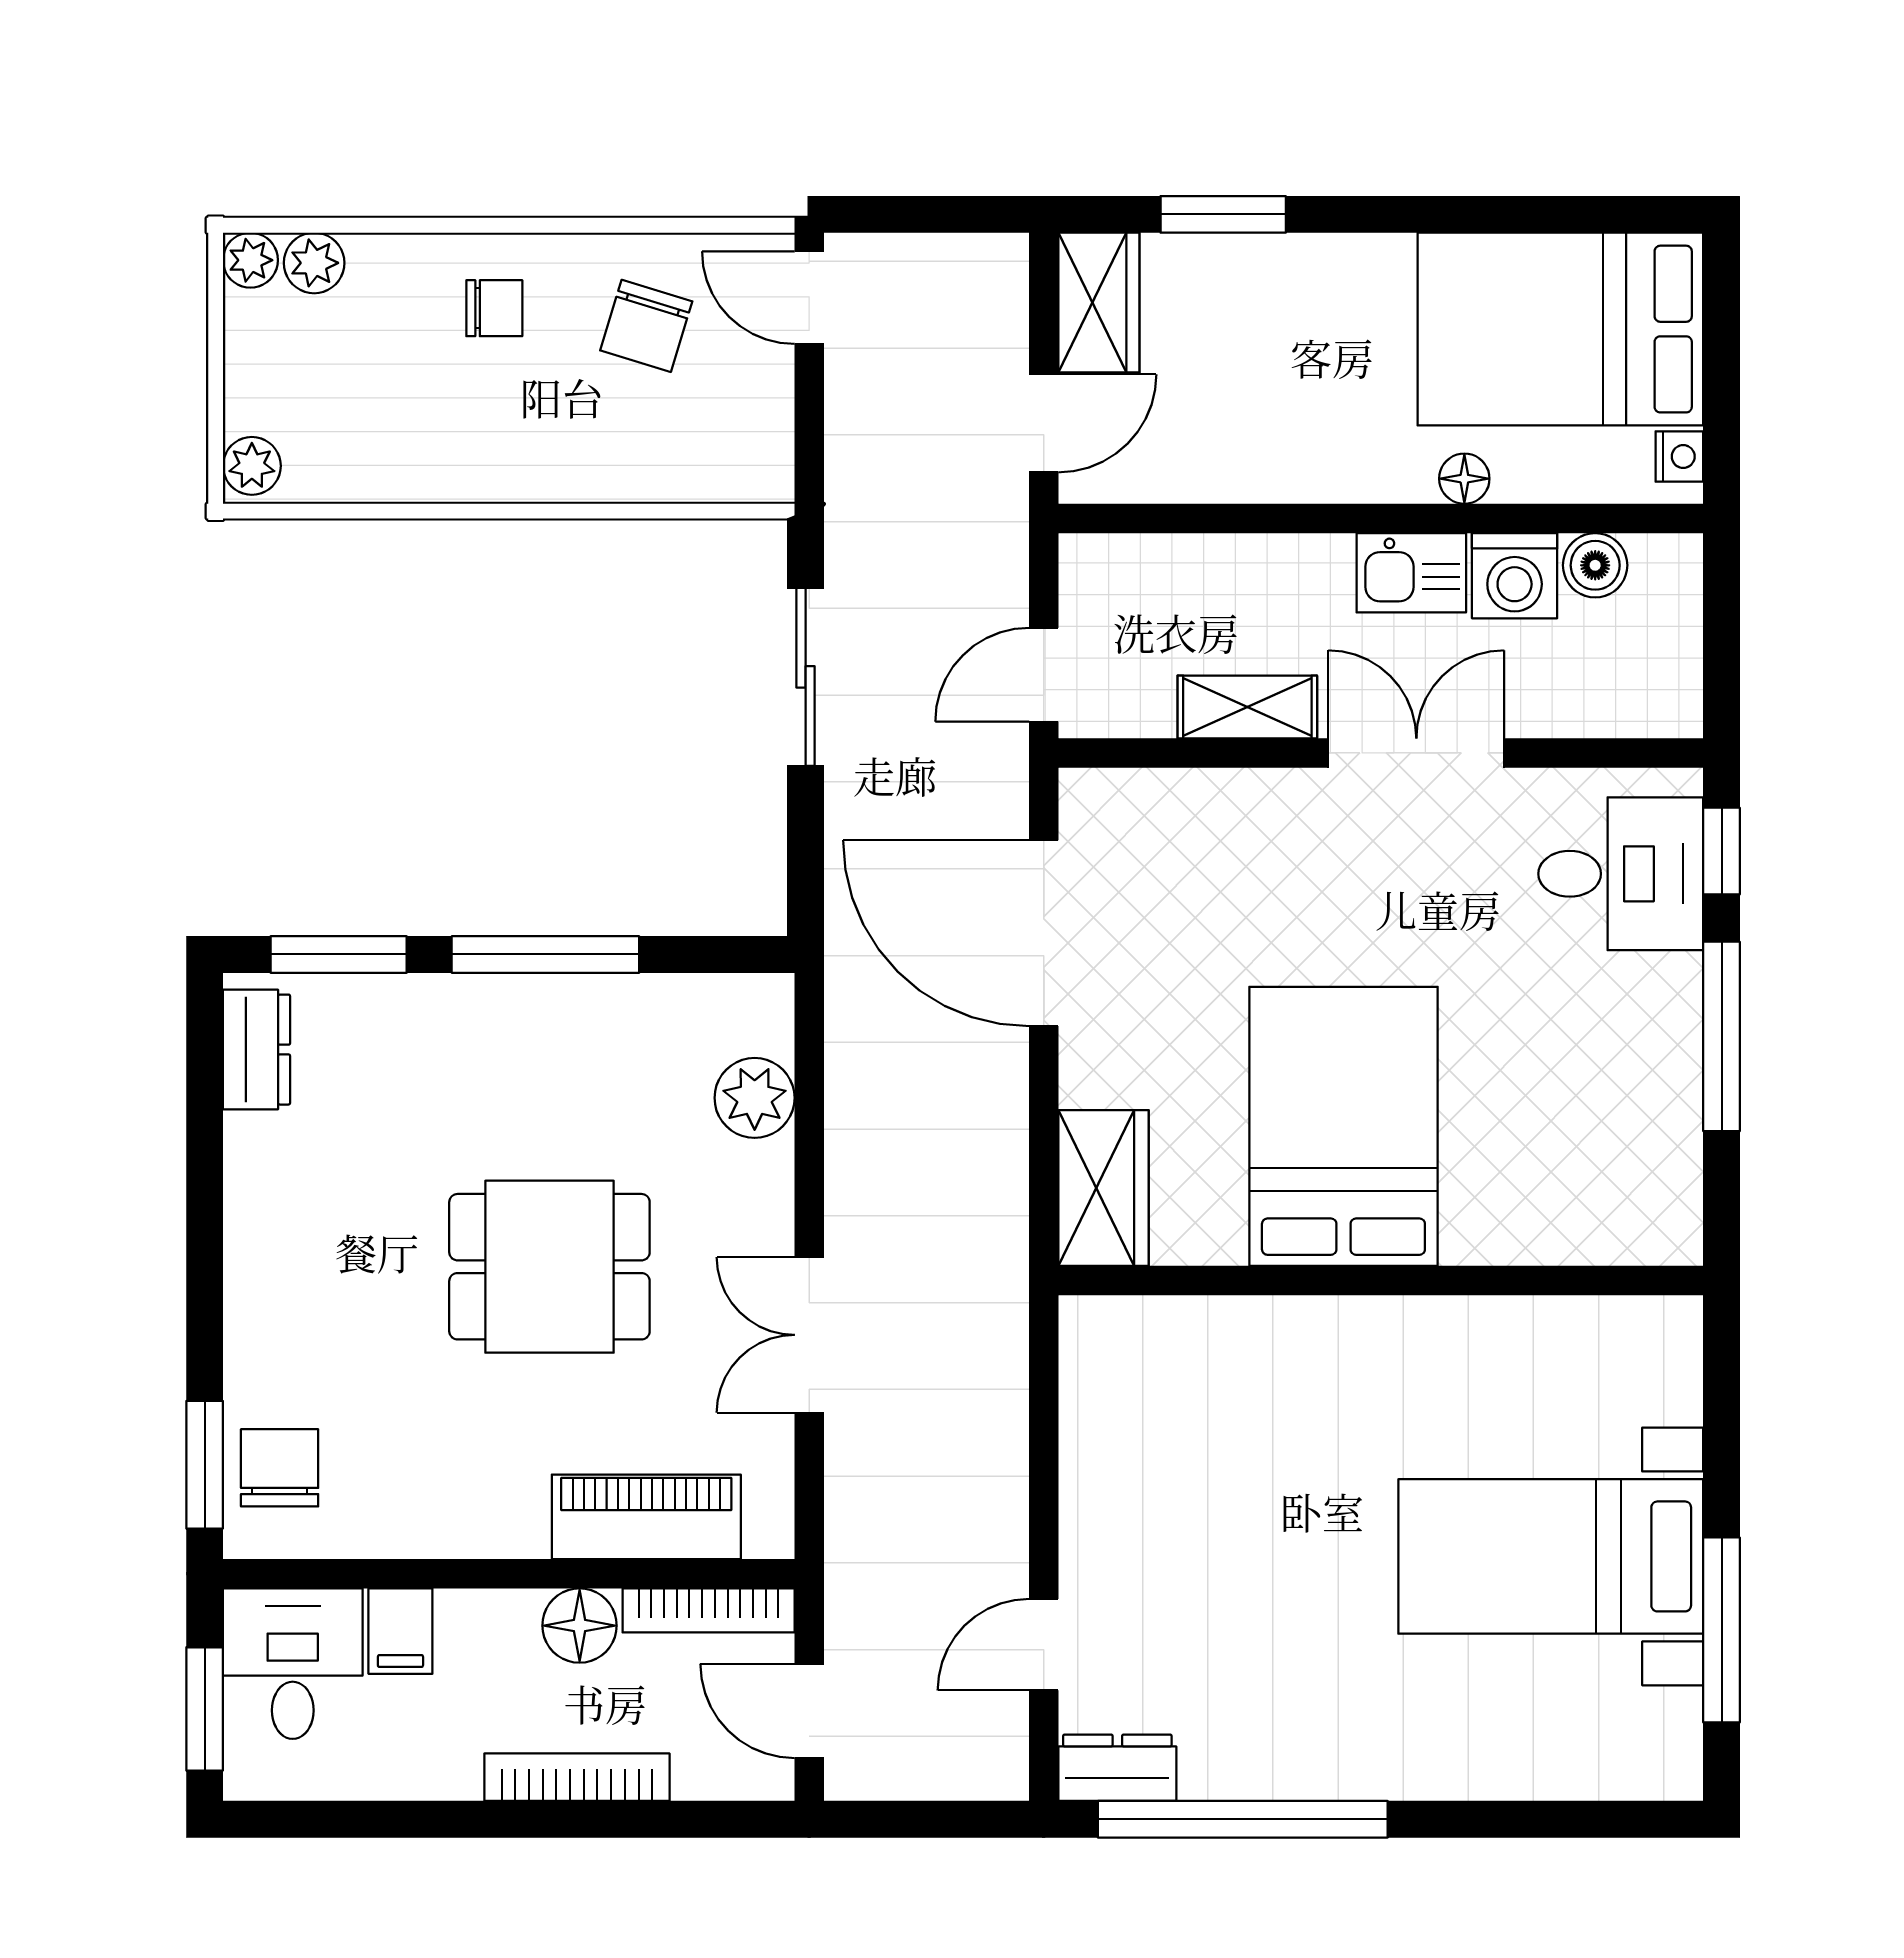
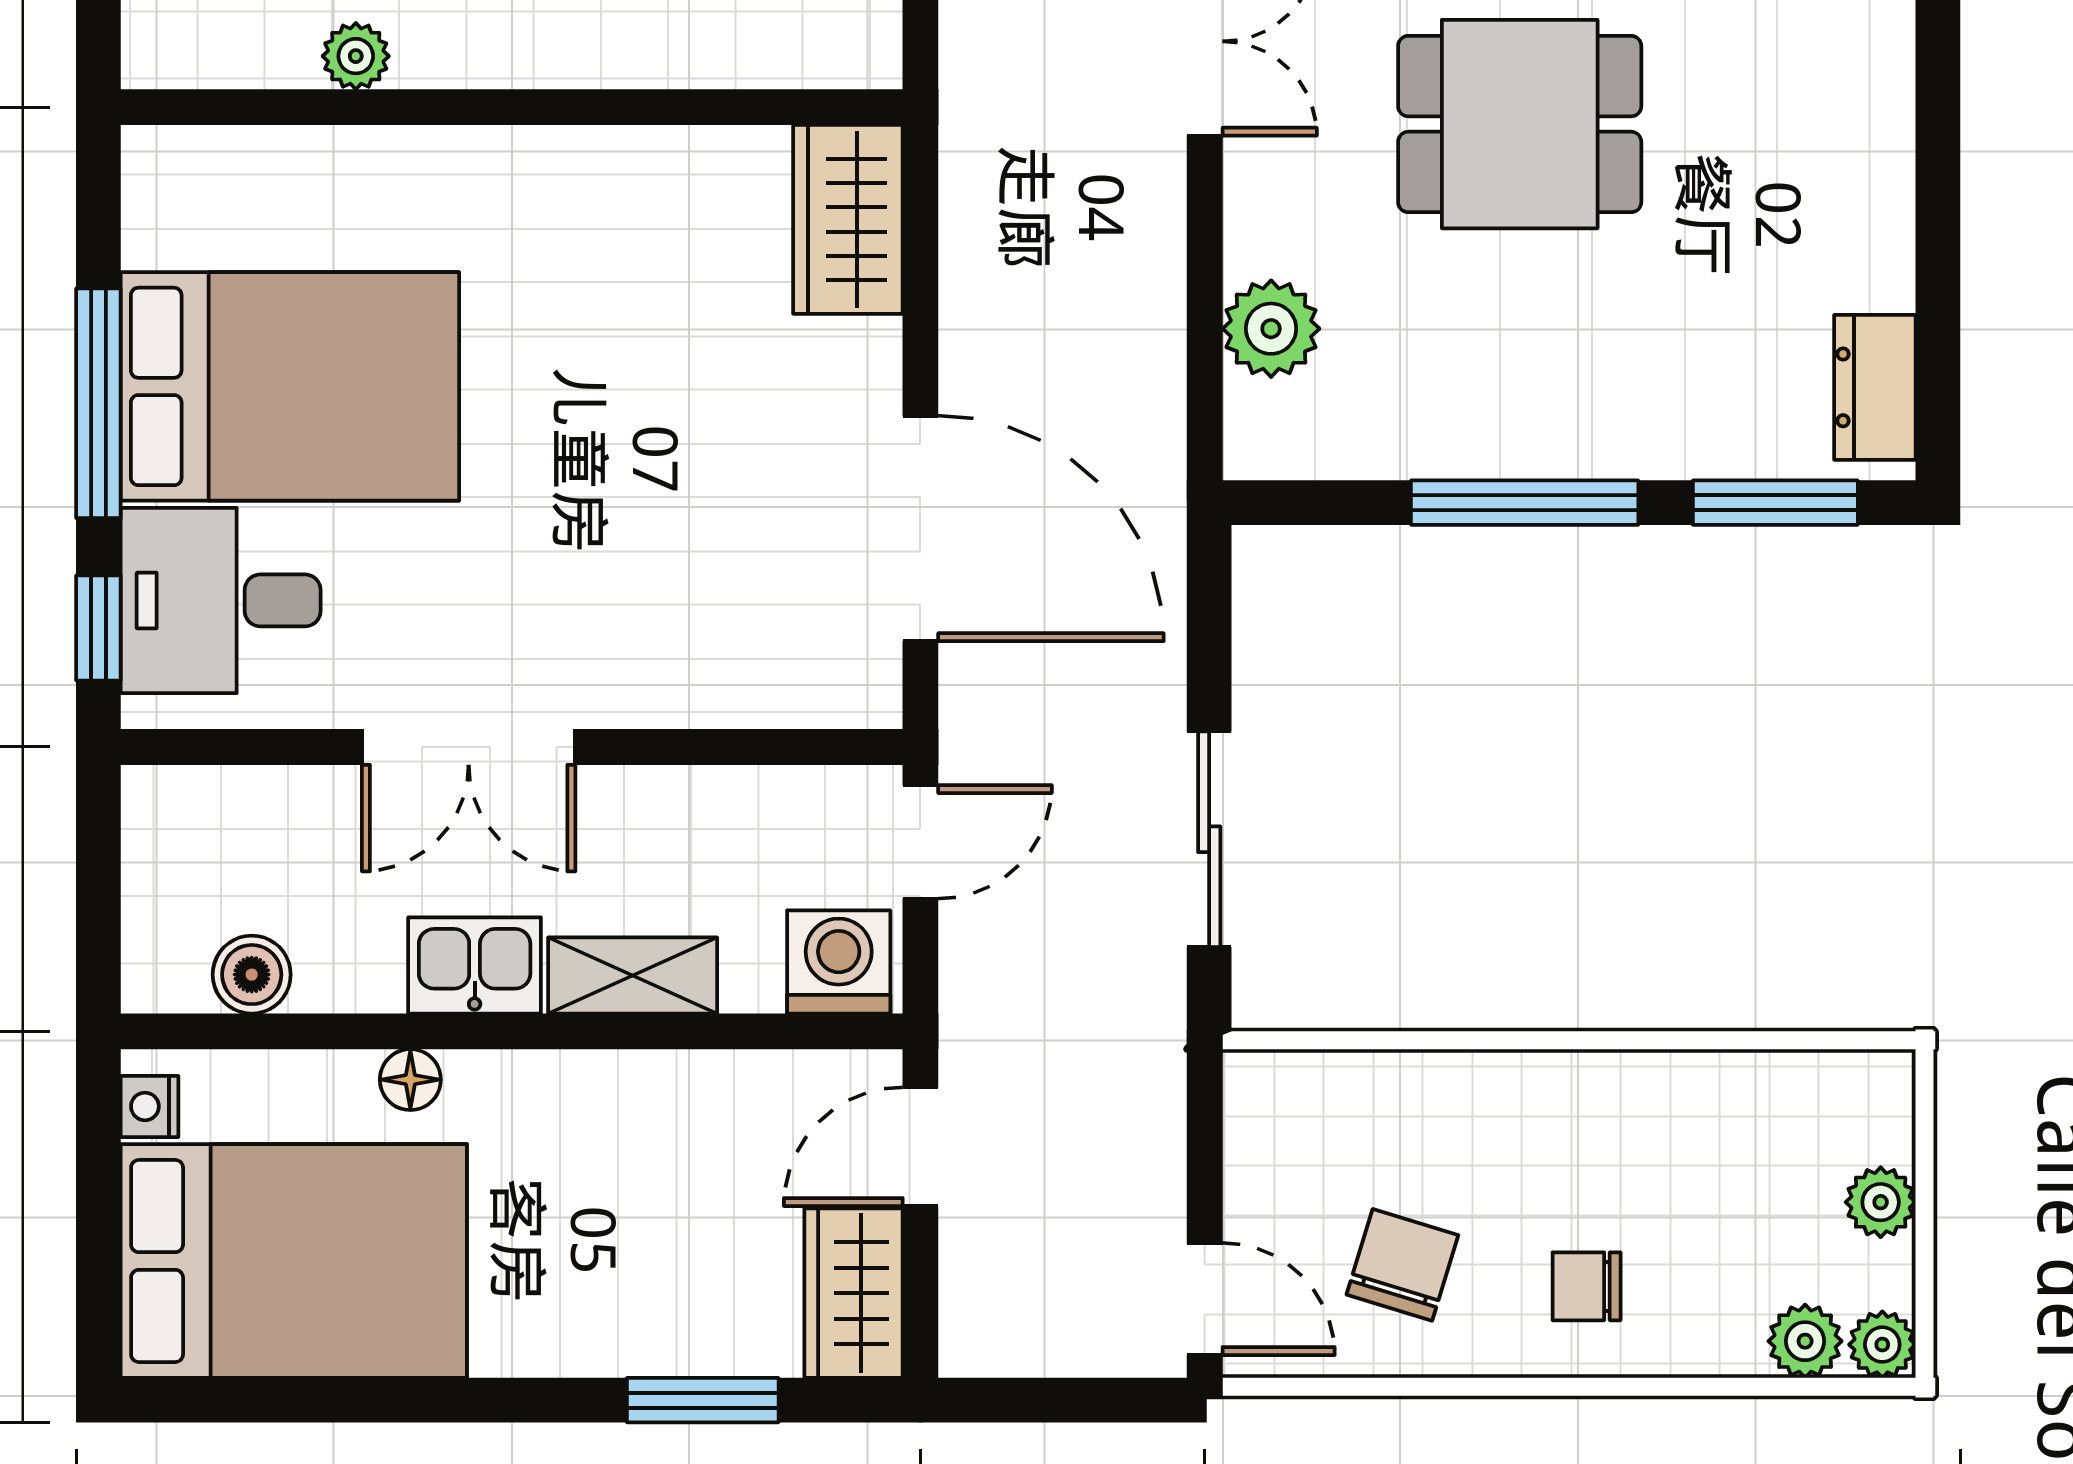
plant: (252, 466) -> (1881, 1202), moved
washing machine: (1515, 576) -> (839, 962), moved
shelving: (1247, 707) -> (633, 976), moved
bed: (1343, 1126) -> (290, 386), moved, turned -90
plant: (1509, 1323) -> (356, 56), added

